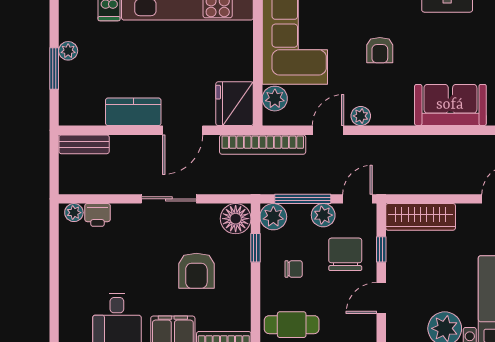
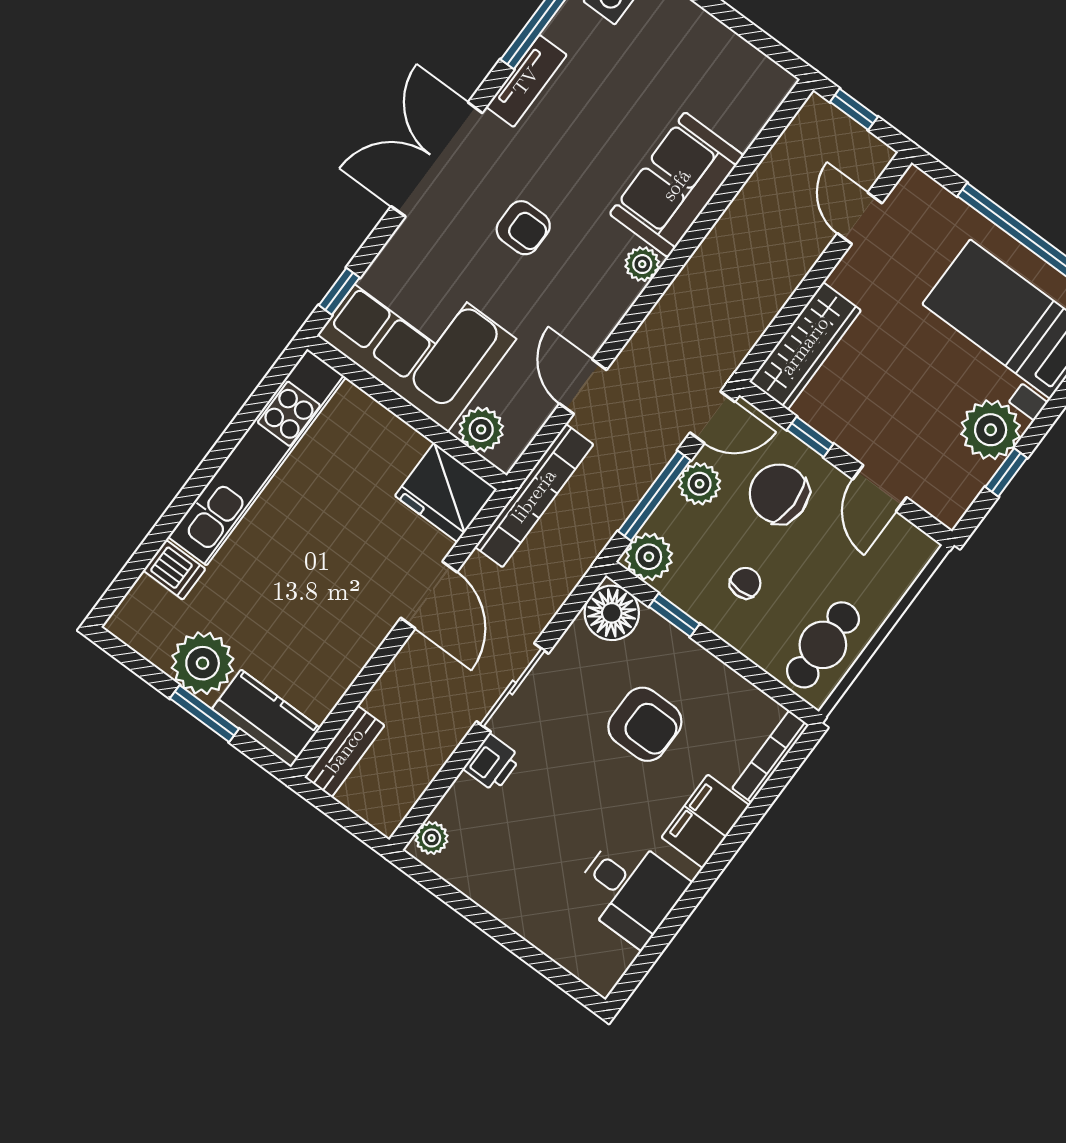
plant: (68, 51) -> (203, 663), width x1.88, depth x1.88
kitchen counter: (133, 112) -> (266, 718), moved, turned 90
plant: (361, 116) -> (642, 264), moved
door: (357, 199) -> (712, 417), swing flipped
printer: (98, 215) -> (492, 763), moved

